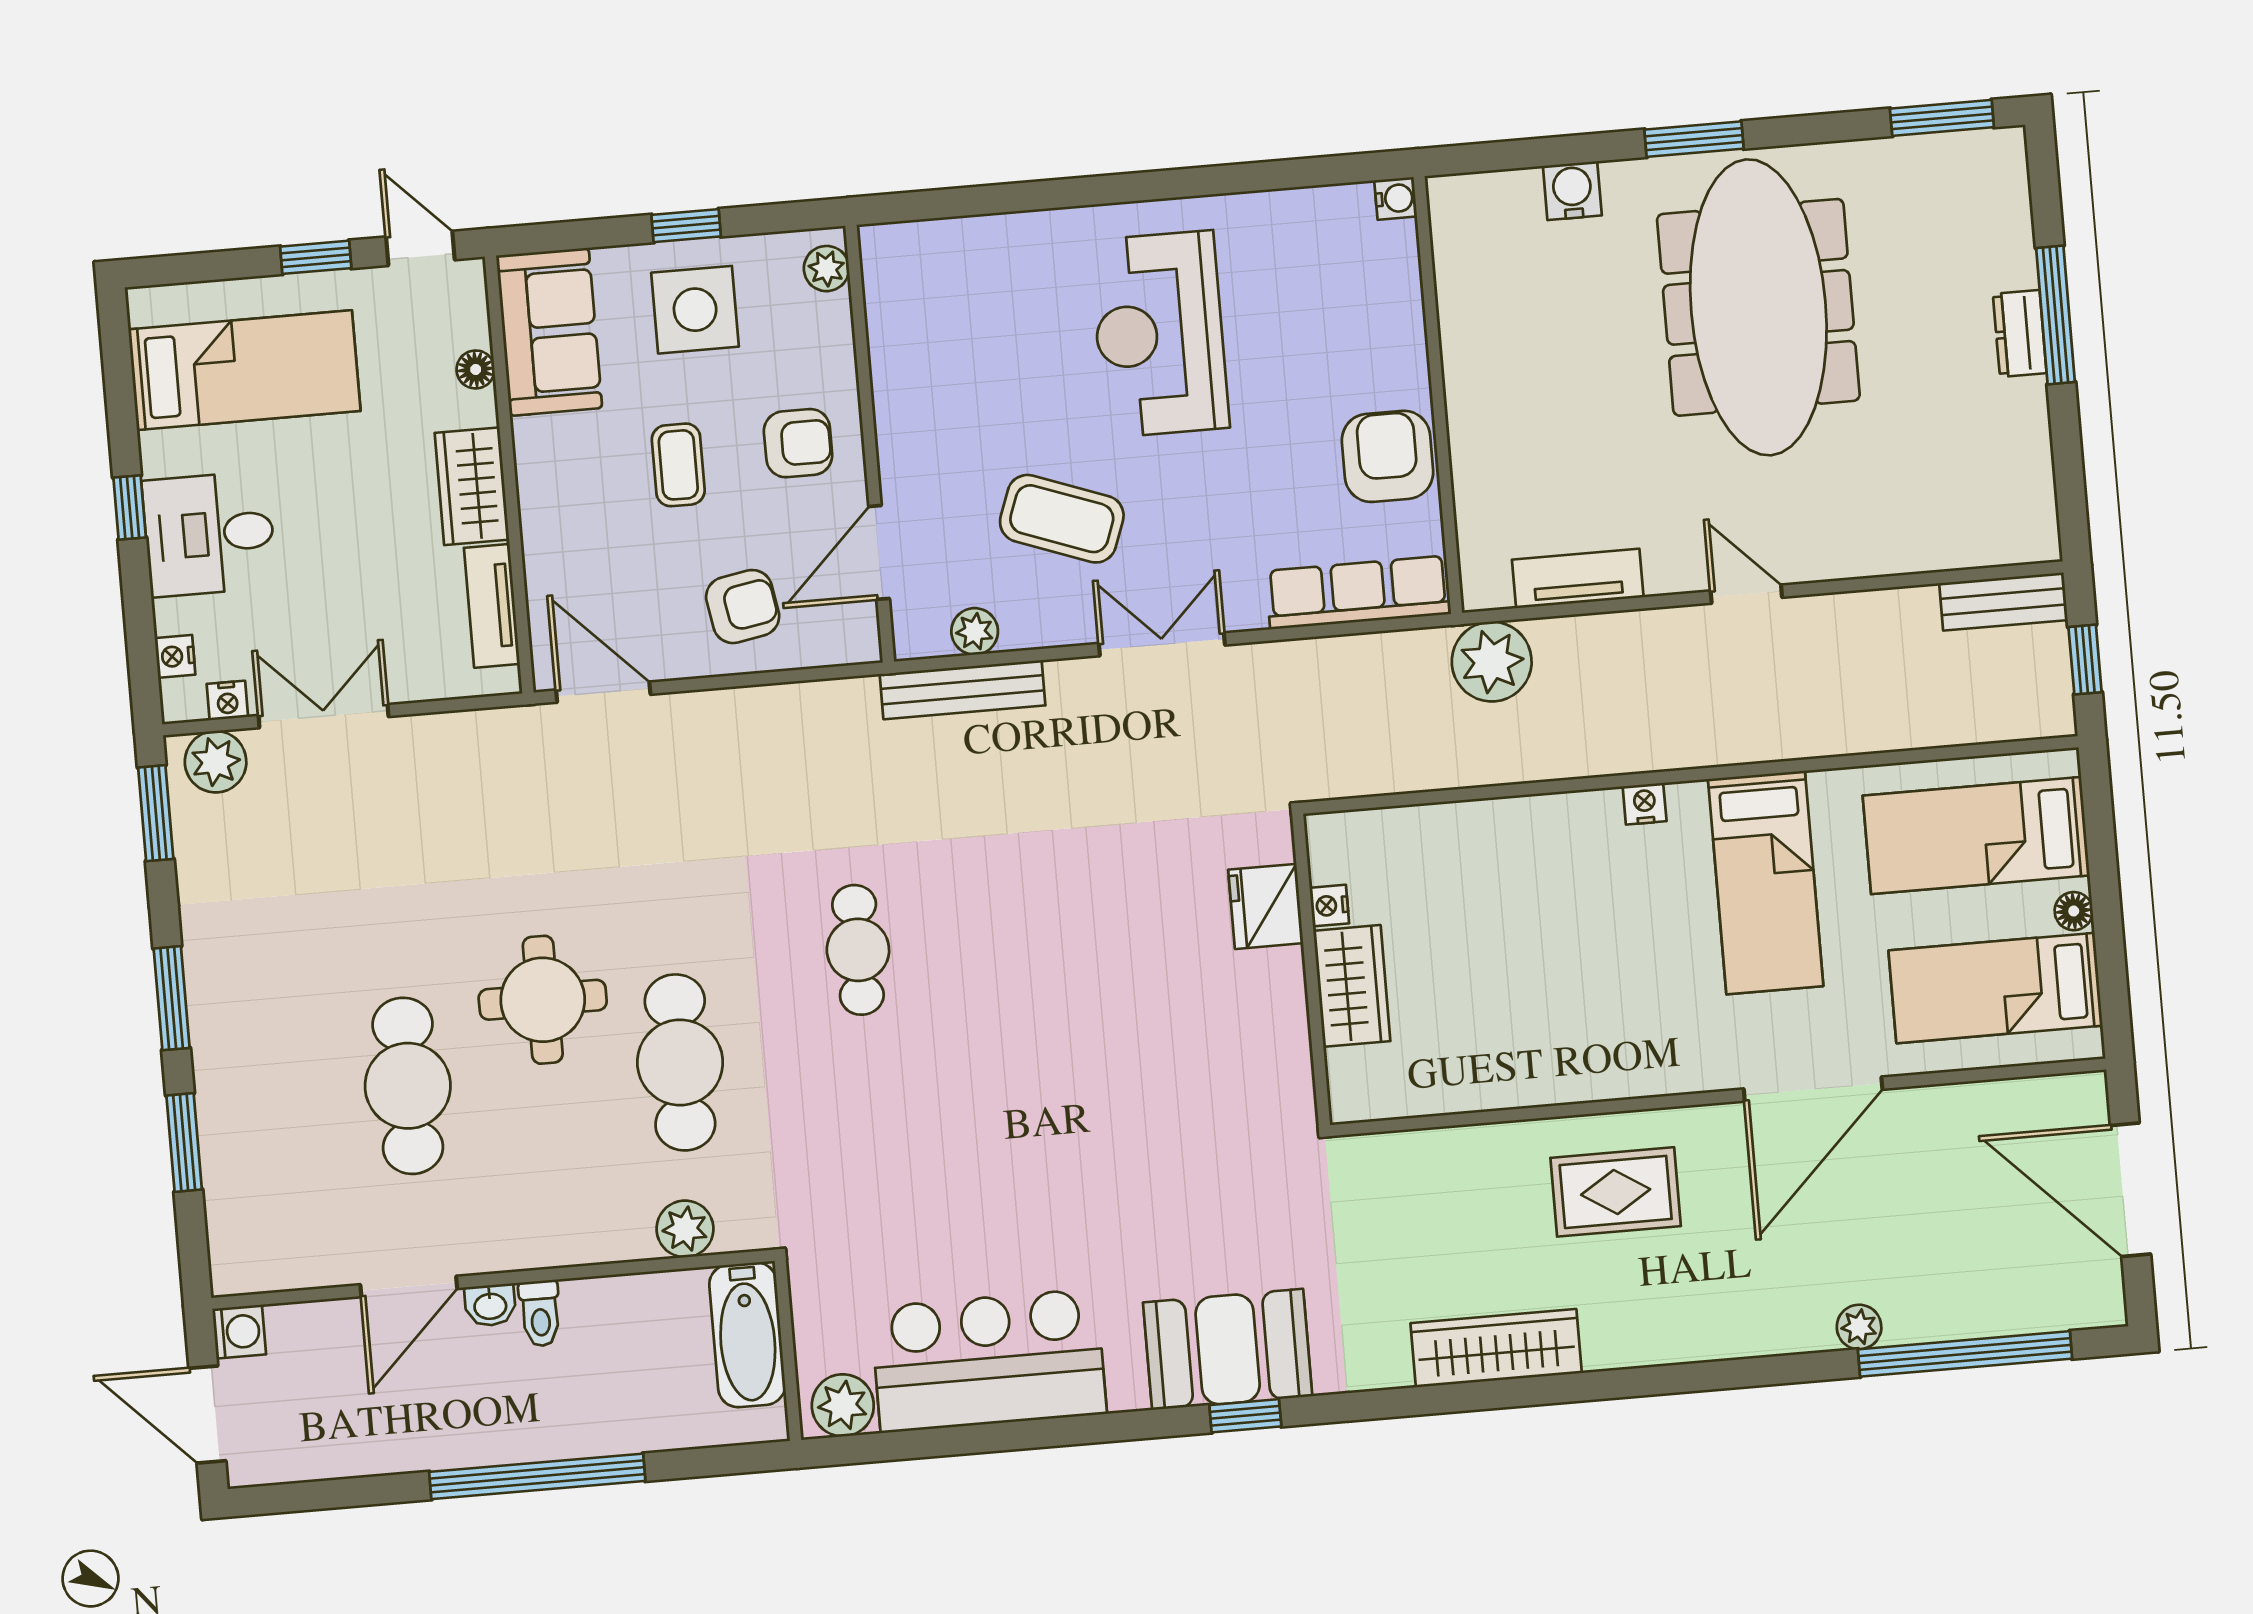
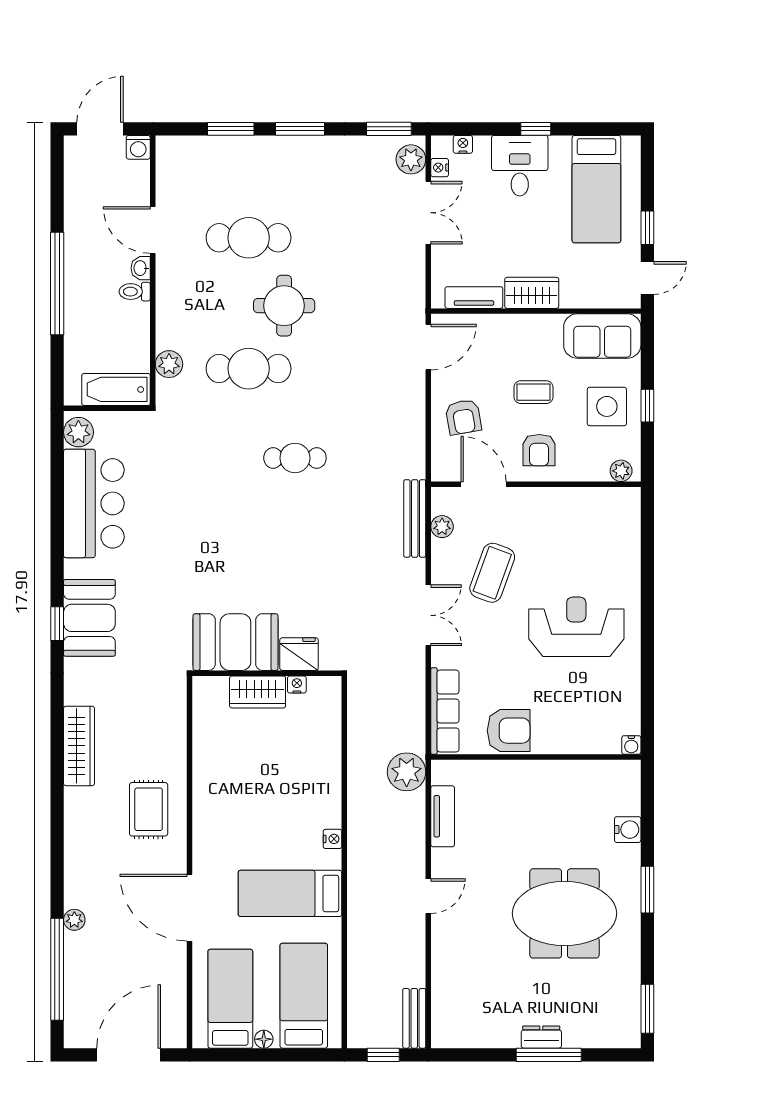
meeting table: (1758, 307) -> (565, 913), width x0.73
floor lamp: (476, 369) -> (587, 299), removed
booth: (1252, 1041) -> (235, 642), added

